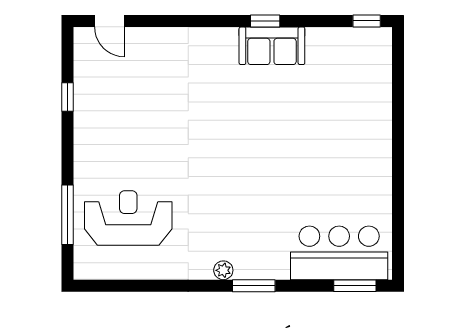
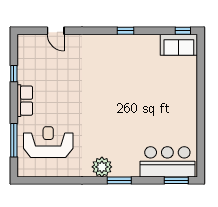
door: (109, 21) -> (56, 31), moved
sofa: (272, 46) -> (179, 45), moved
row of seats: (87, 145) -> (25, 101), added
plant: (223, 270) -> (102, 167), width x1.88, depth x1.88

